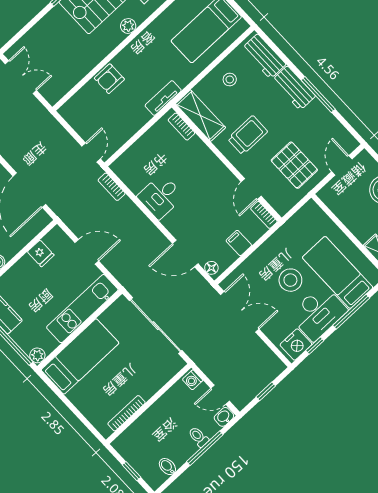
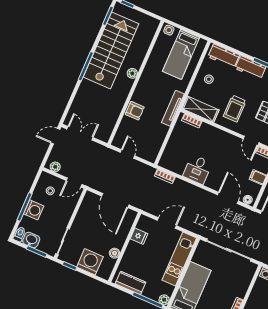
armchair: (109, 79) -> (135, 111), turned -90
tv unit: (163, 98) -> (173, 108), width x1.41
trolley: (248, 135) -> (235, 109), turned 180
door: (91, 153) -> (127, 154), moved
door: (185, 254) -> (228, 198), swing flipped

